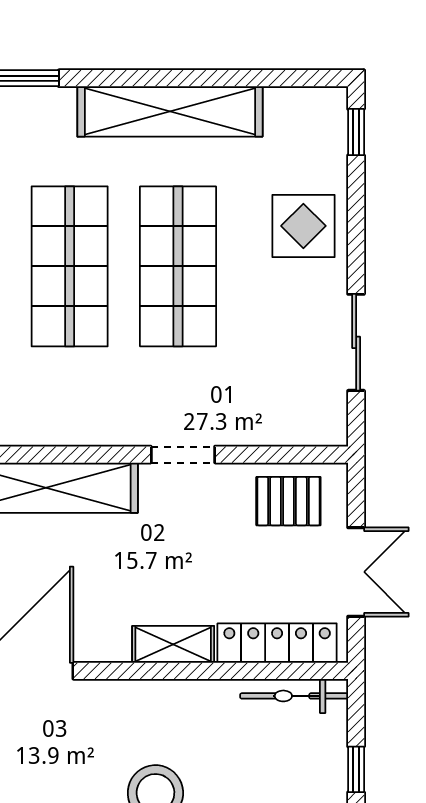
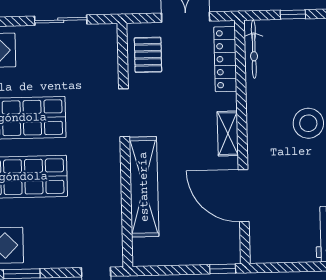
doorway: (183, 455) -> (124, 113), width x1.38
shelving: (173, 644) -> (228, 134), moved

